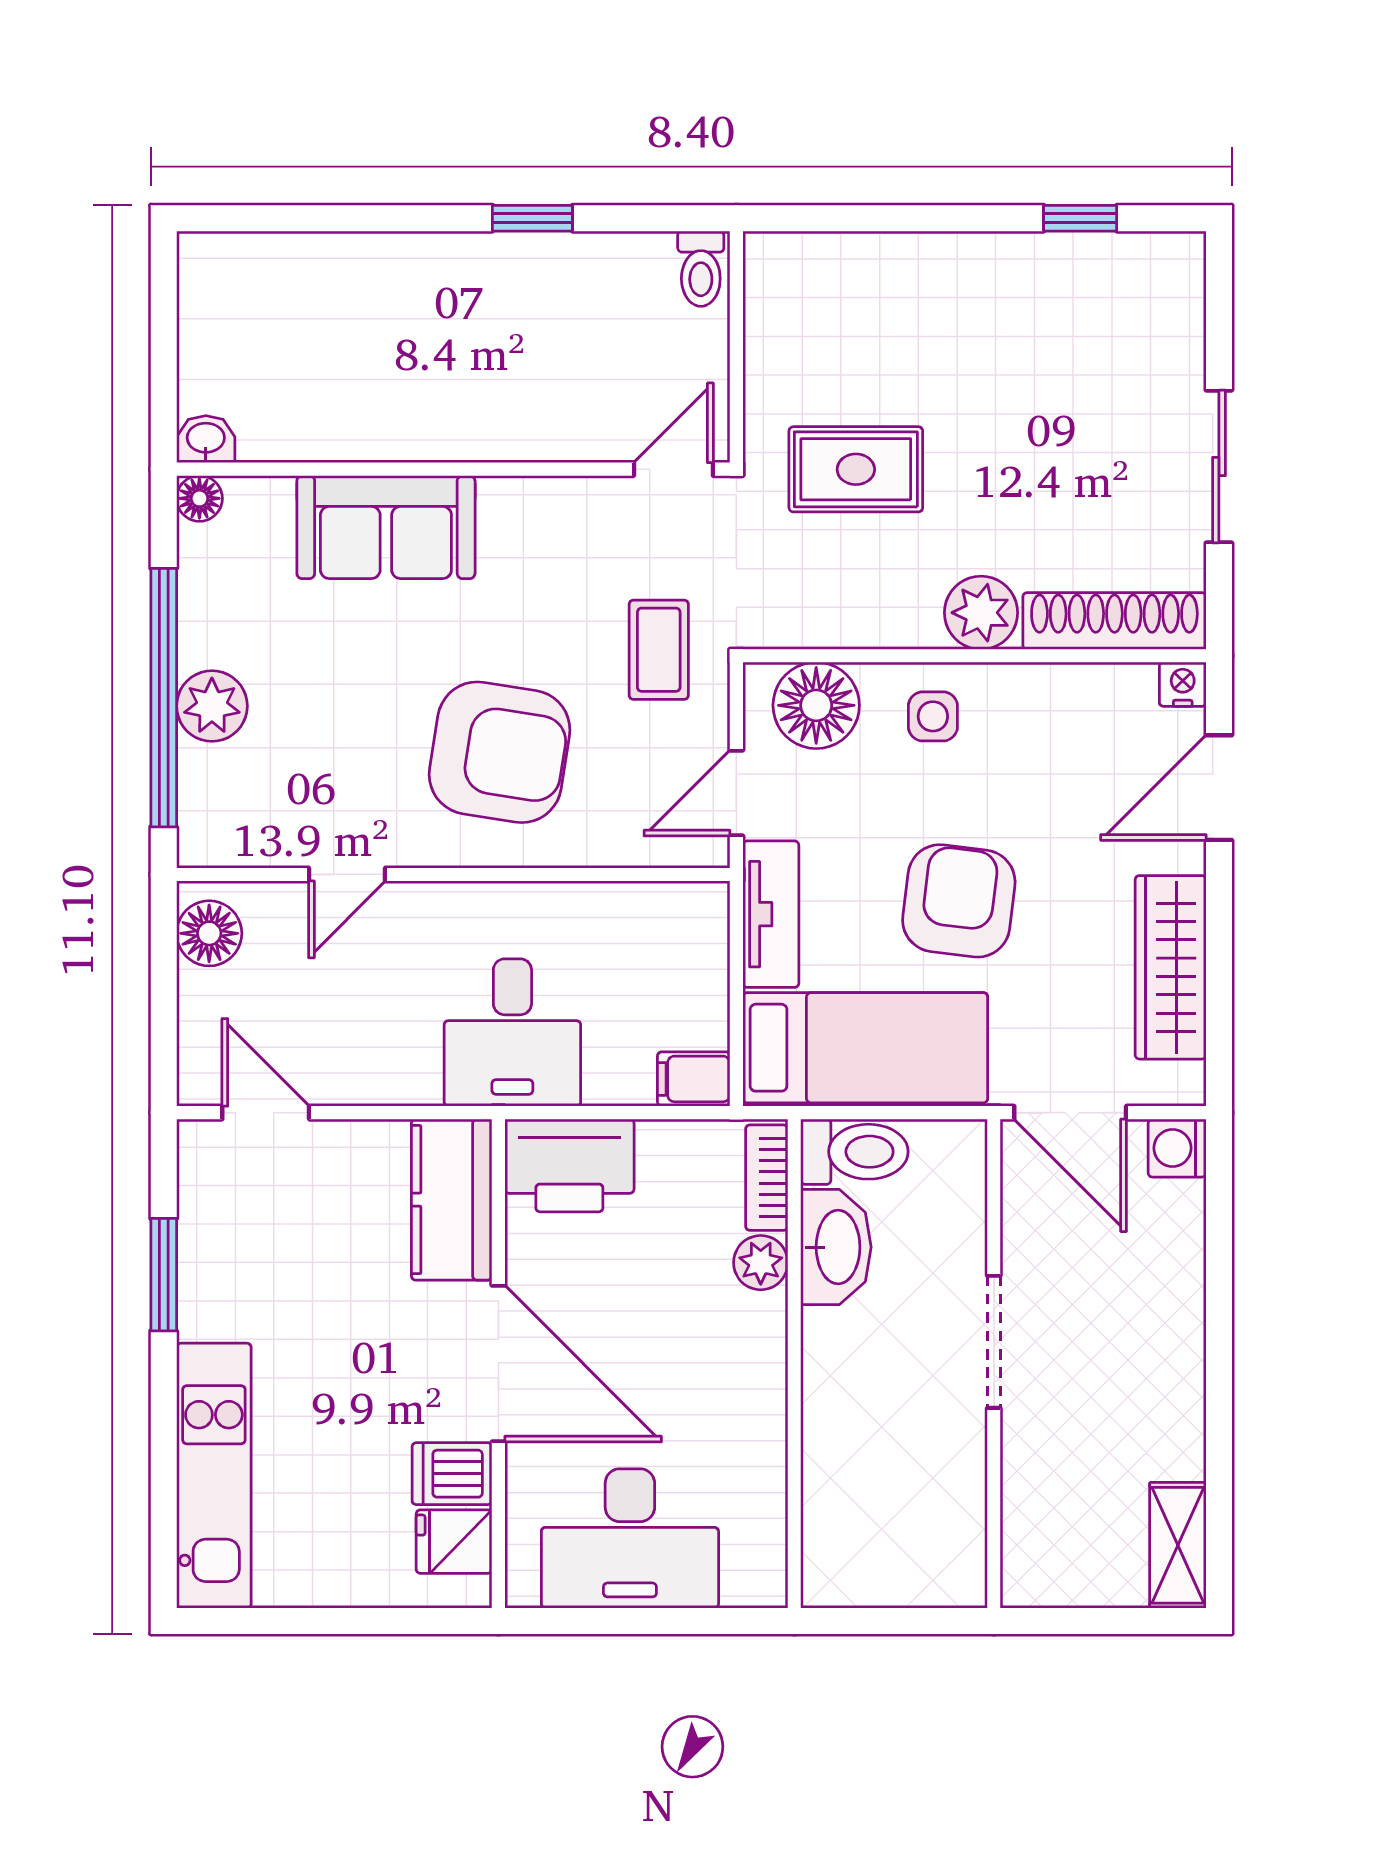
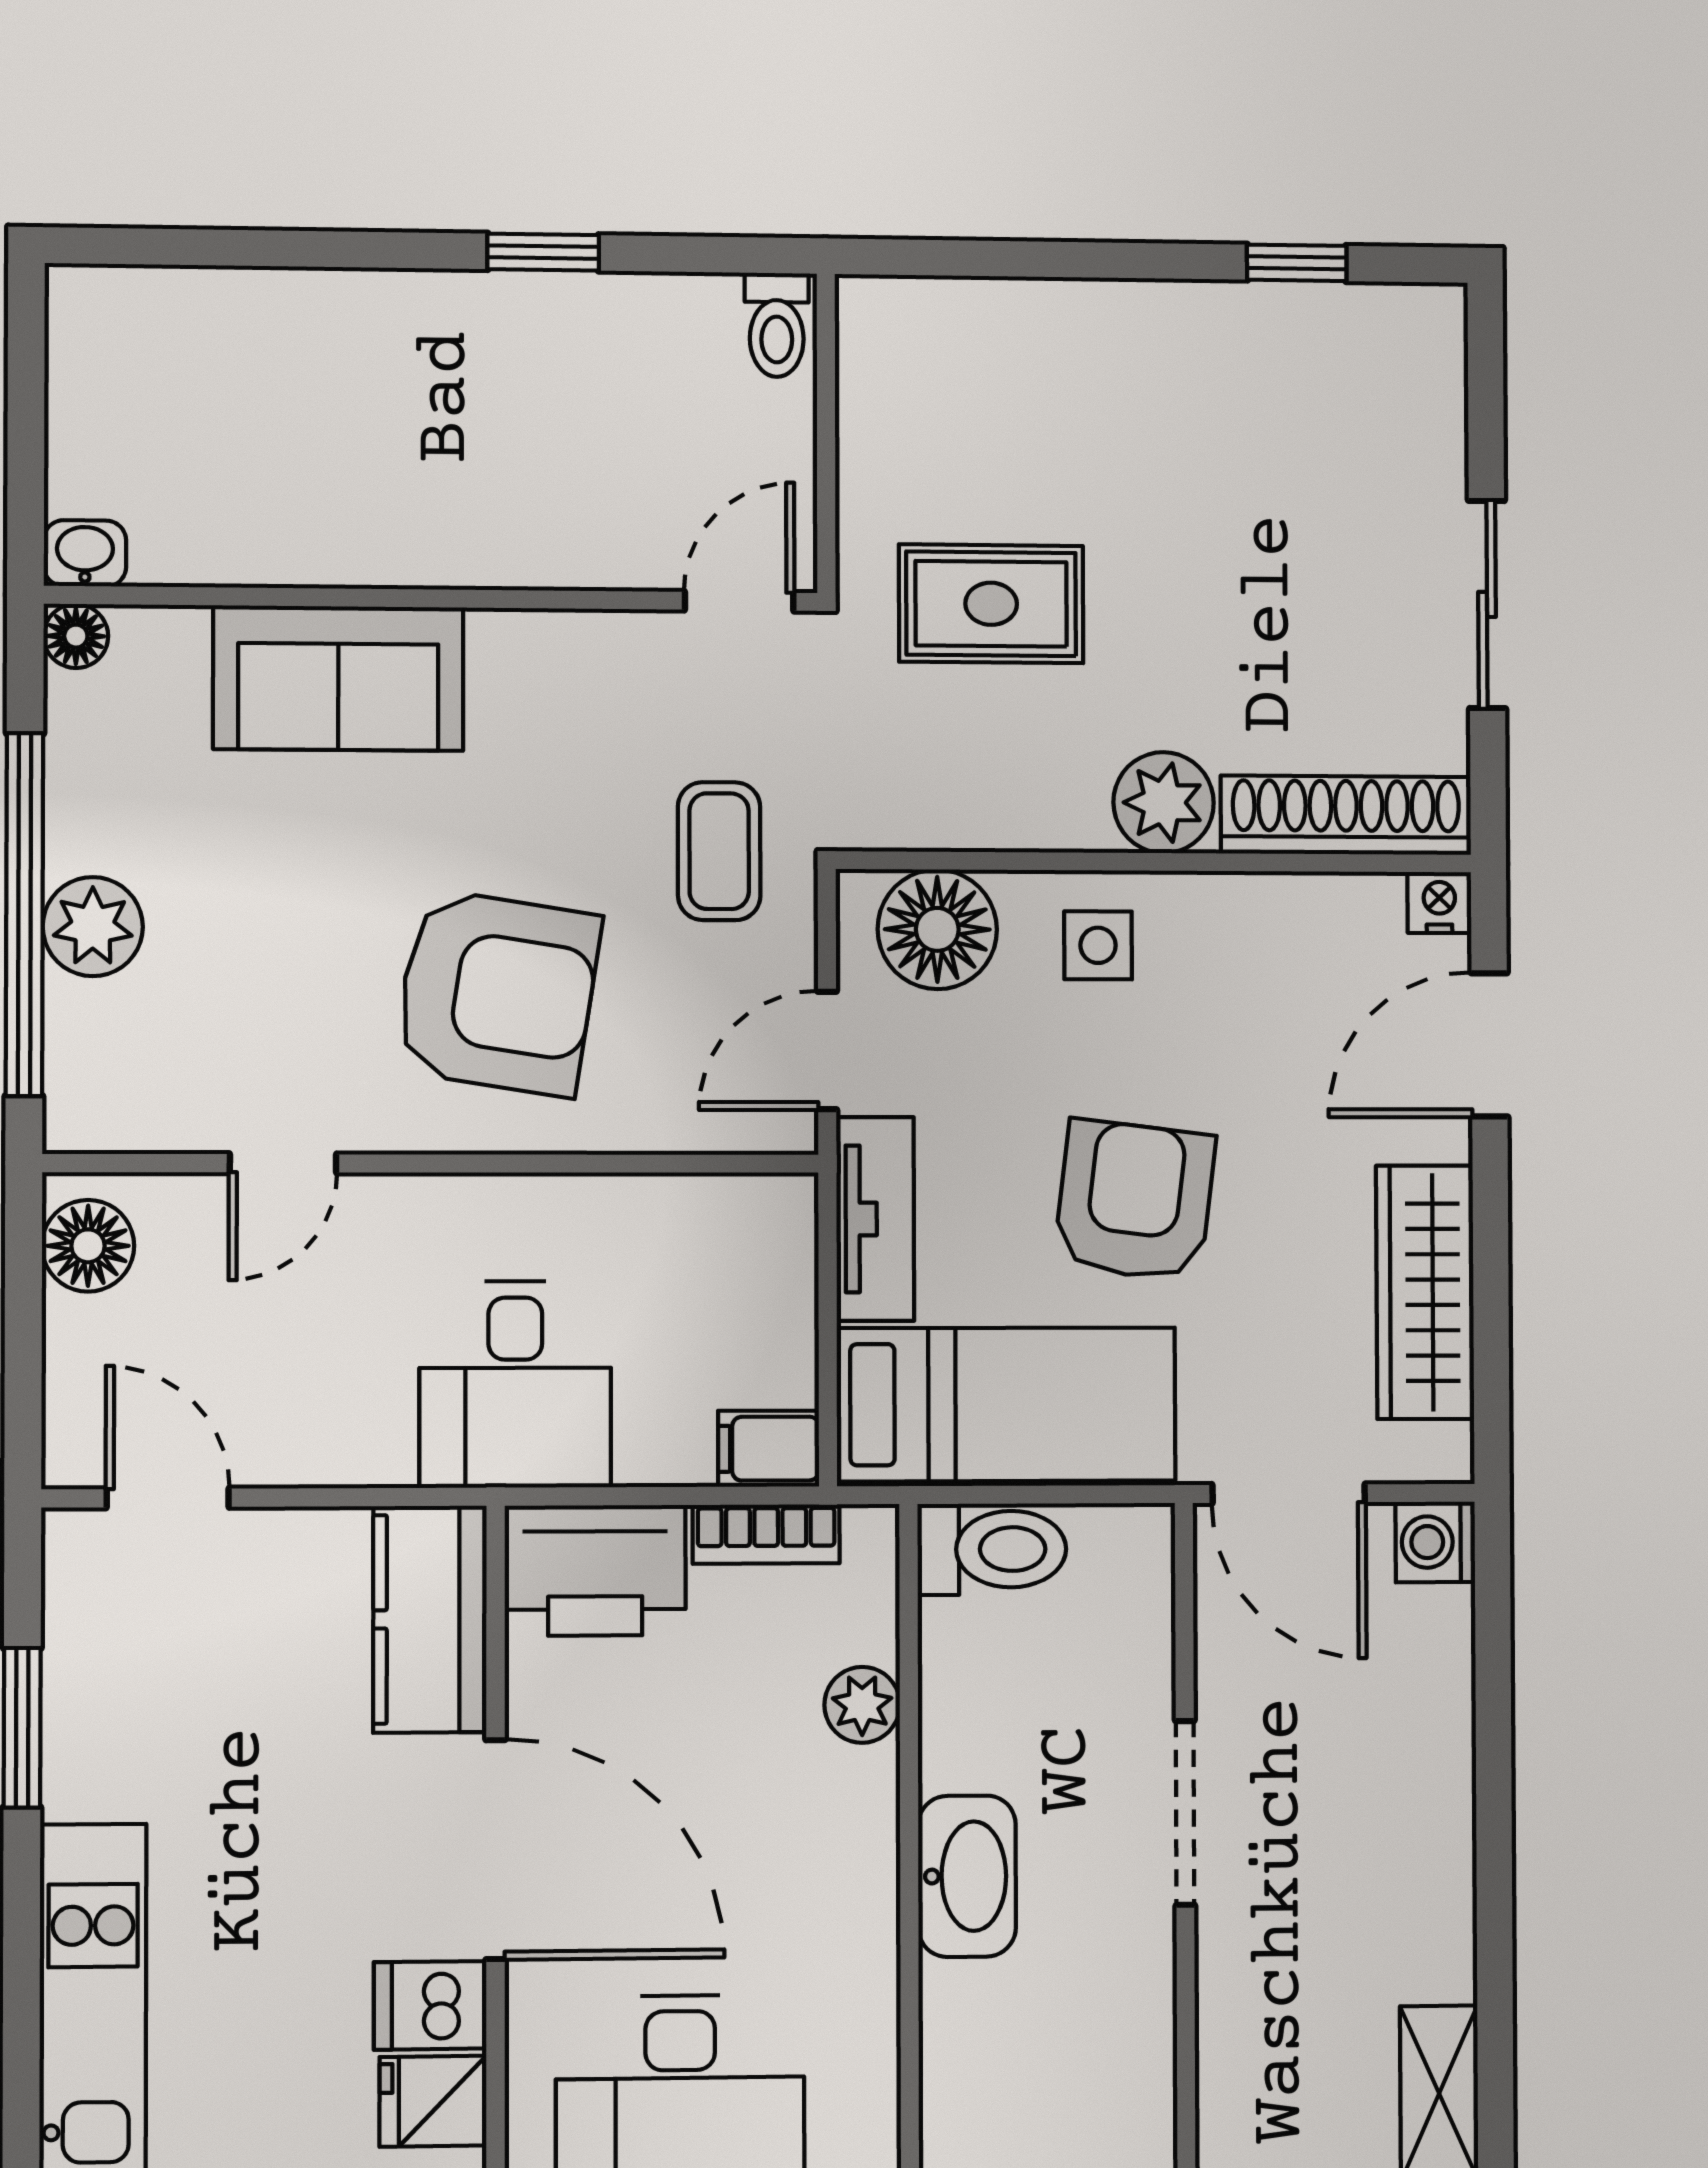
bookcase: (767, 1178) -> (766, 1534), moved, turned -90
washbasin: (836, 1247) -> (967, 1876), moved

